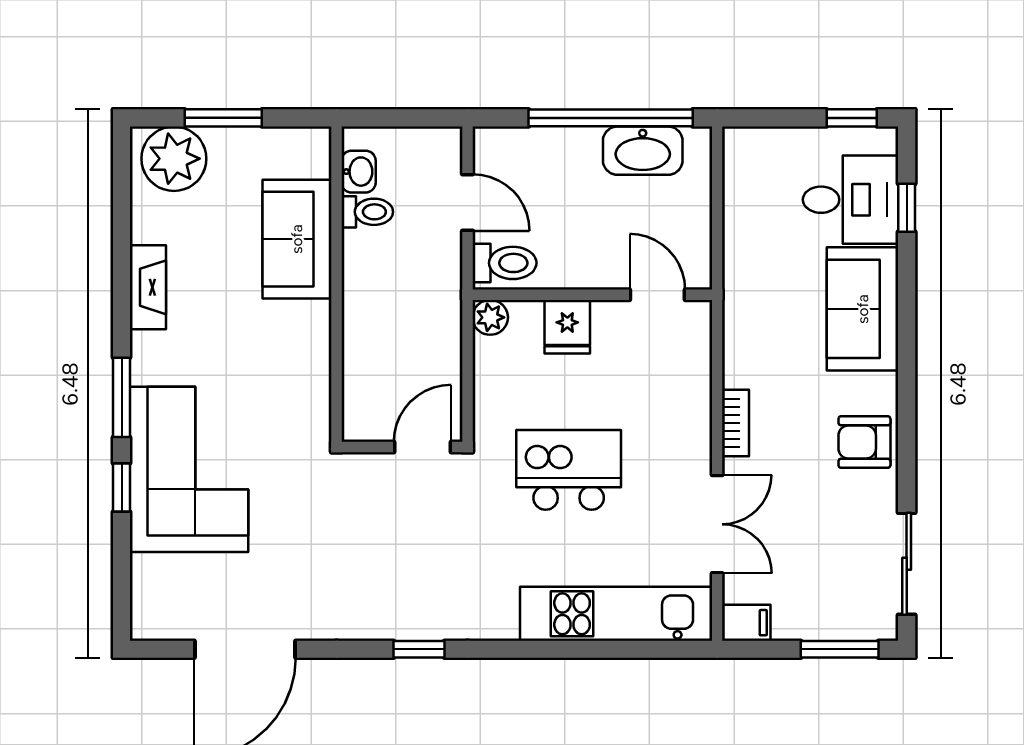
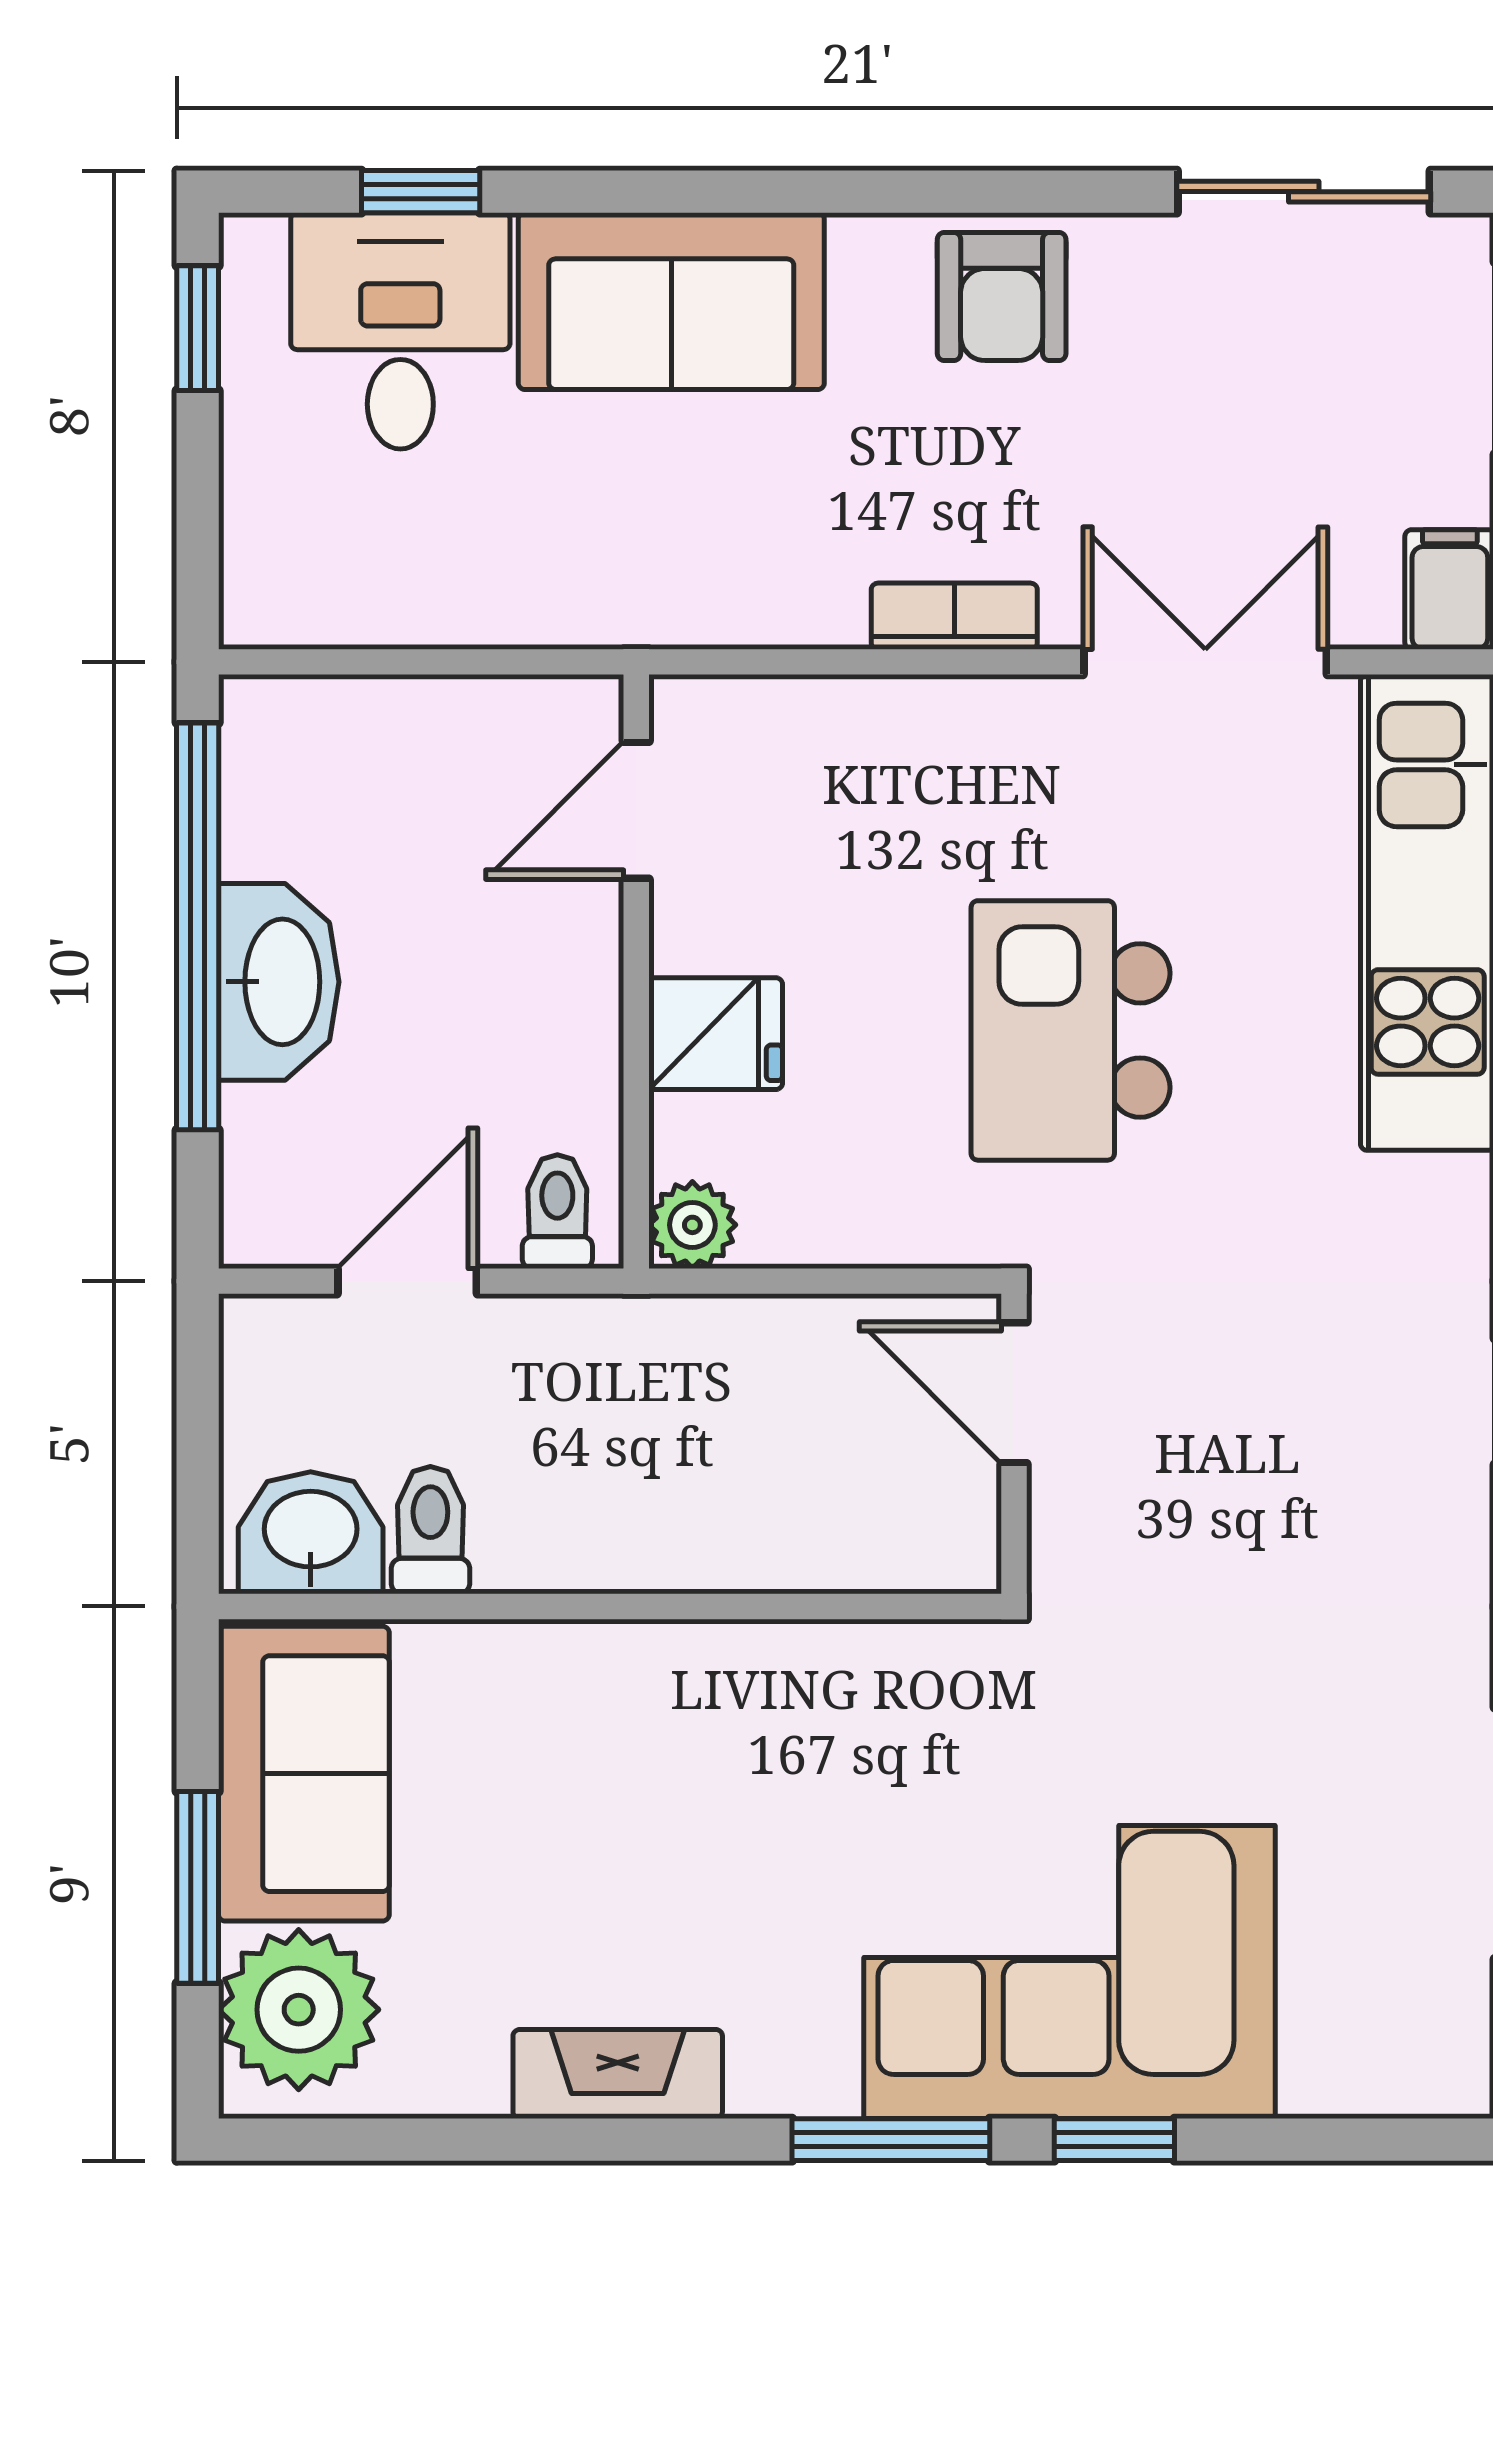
washbasin: (643, 151) -> (279, 982), moved
washbasin: (359, 172) -> (311, 1533), width x1.38, depth x1.45
sofa: (297, 239) -> (304, 1774), moved, turned -90
toilet: (504, 263) -> (557, 1212), width x0.73, depth x0.72

